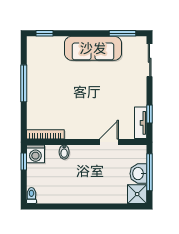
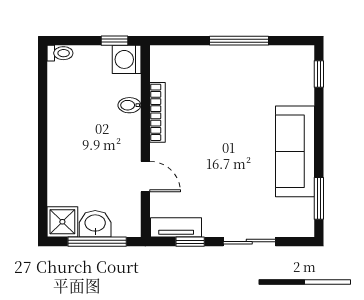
sliding door: (150, 60) -> (249, 242), moved
bookcase: (45, 134) -> (158, 112), moved

